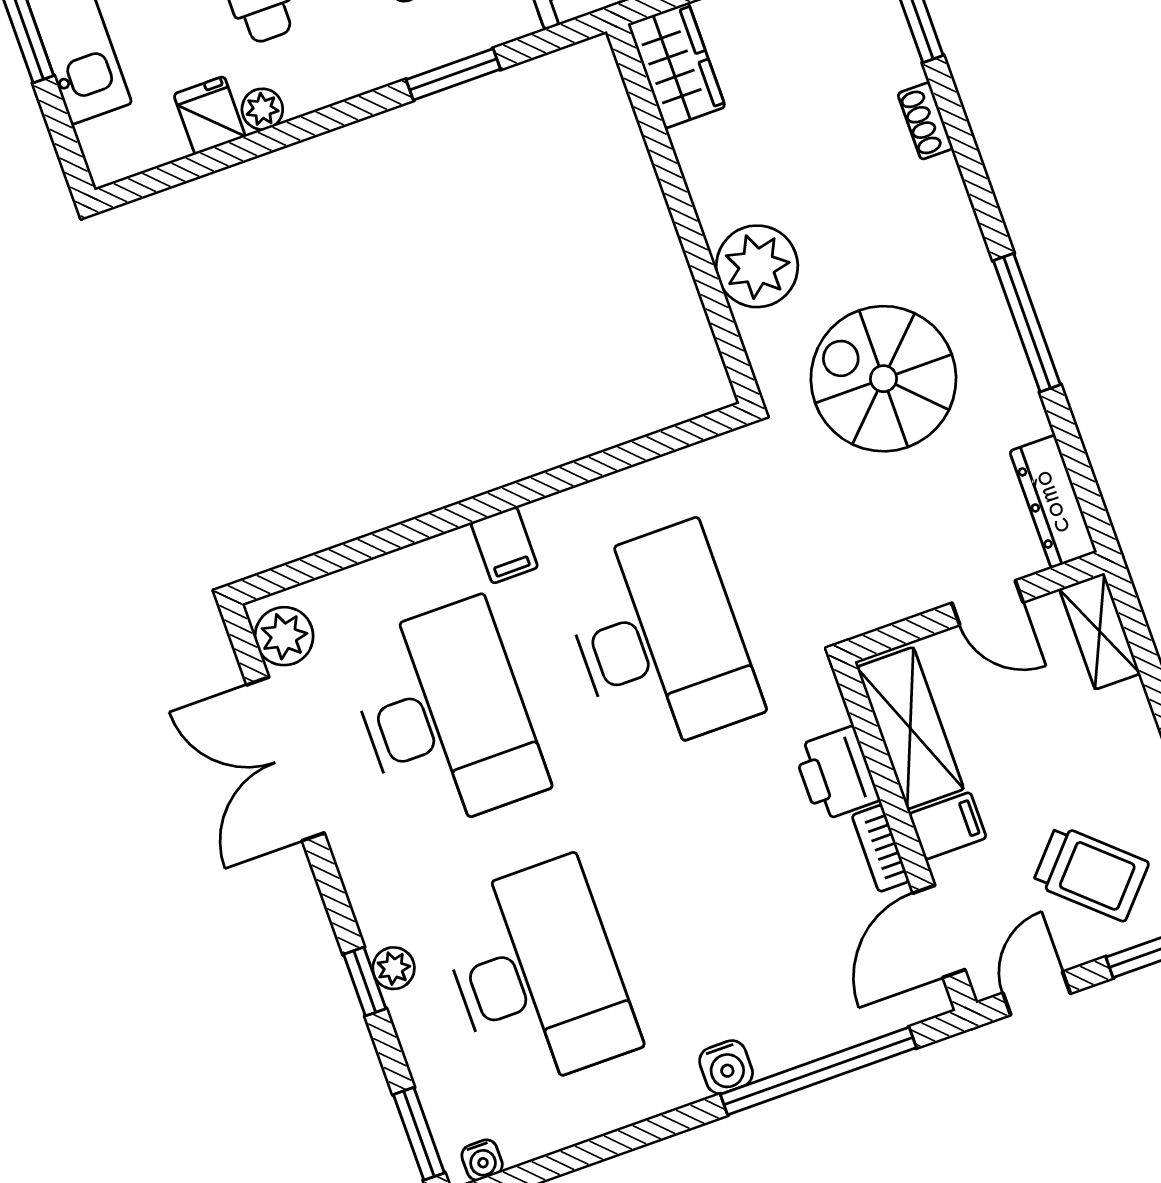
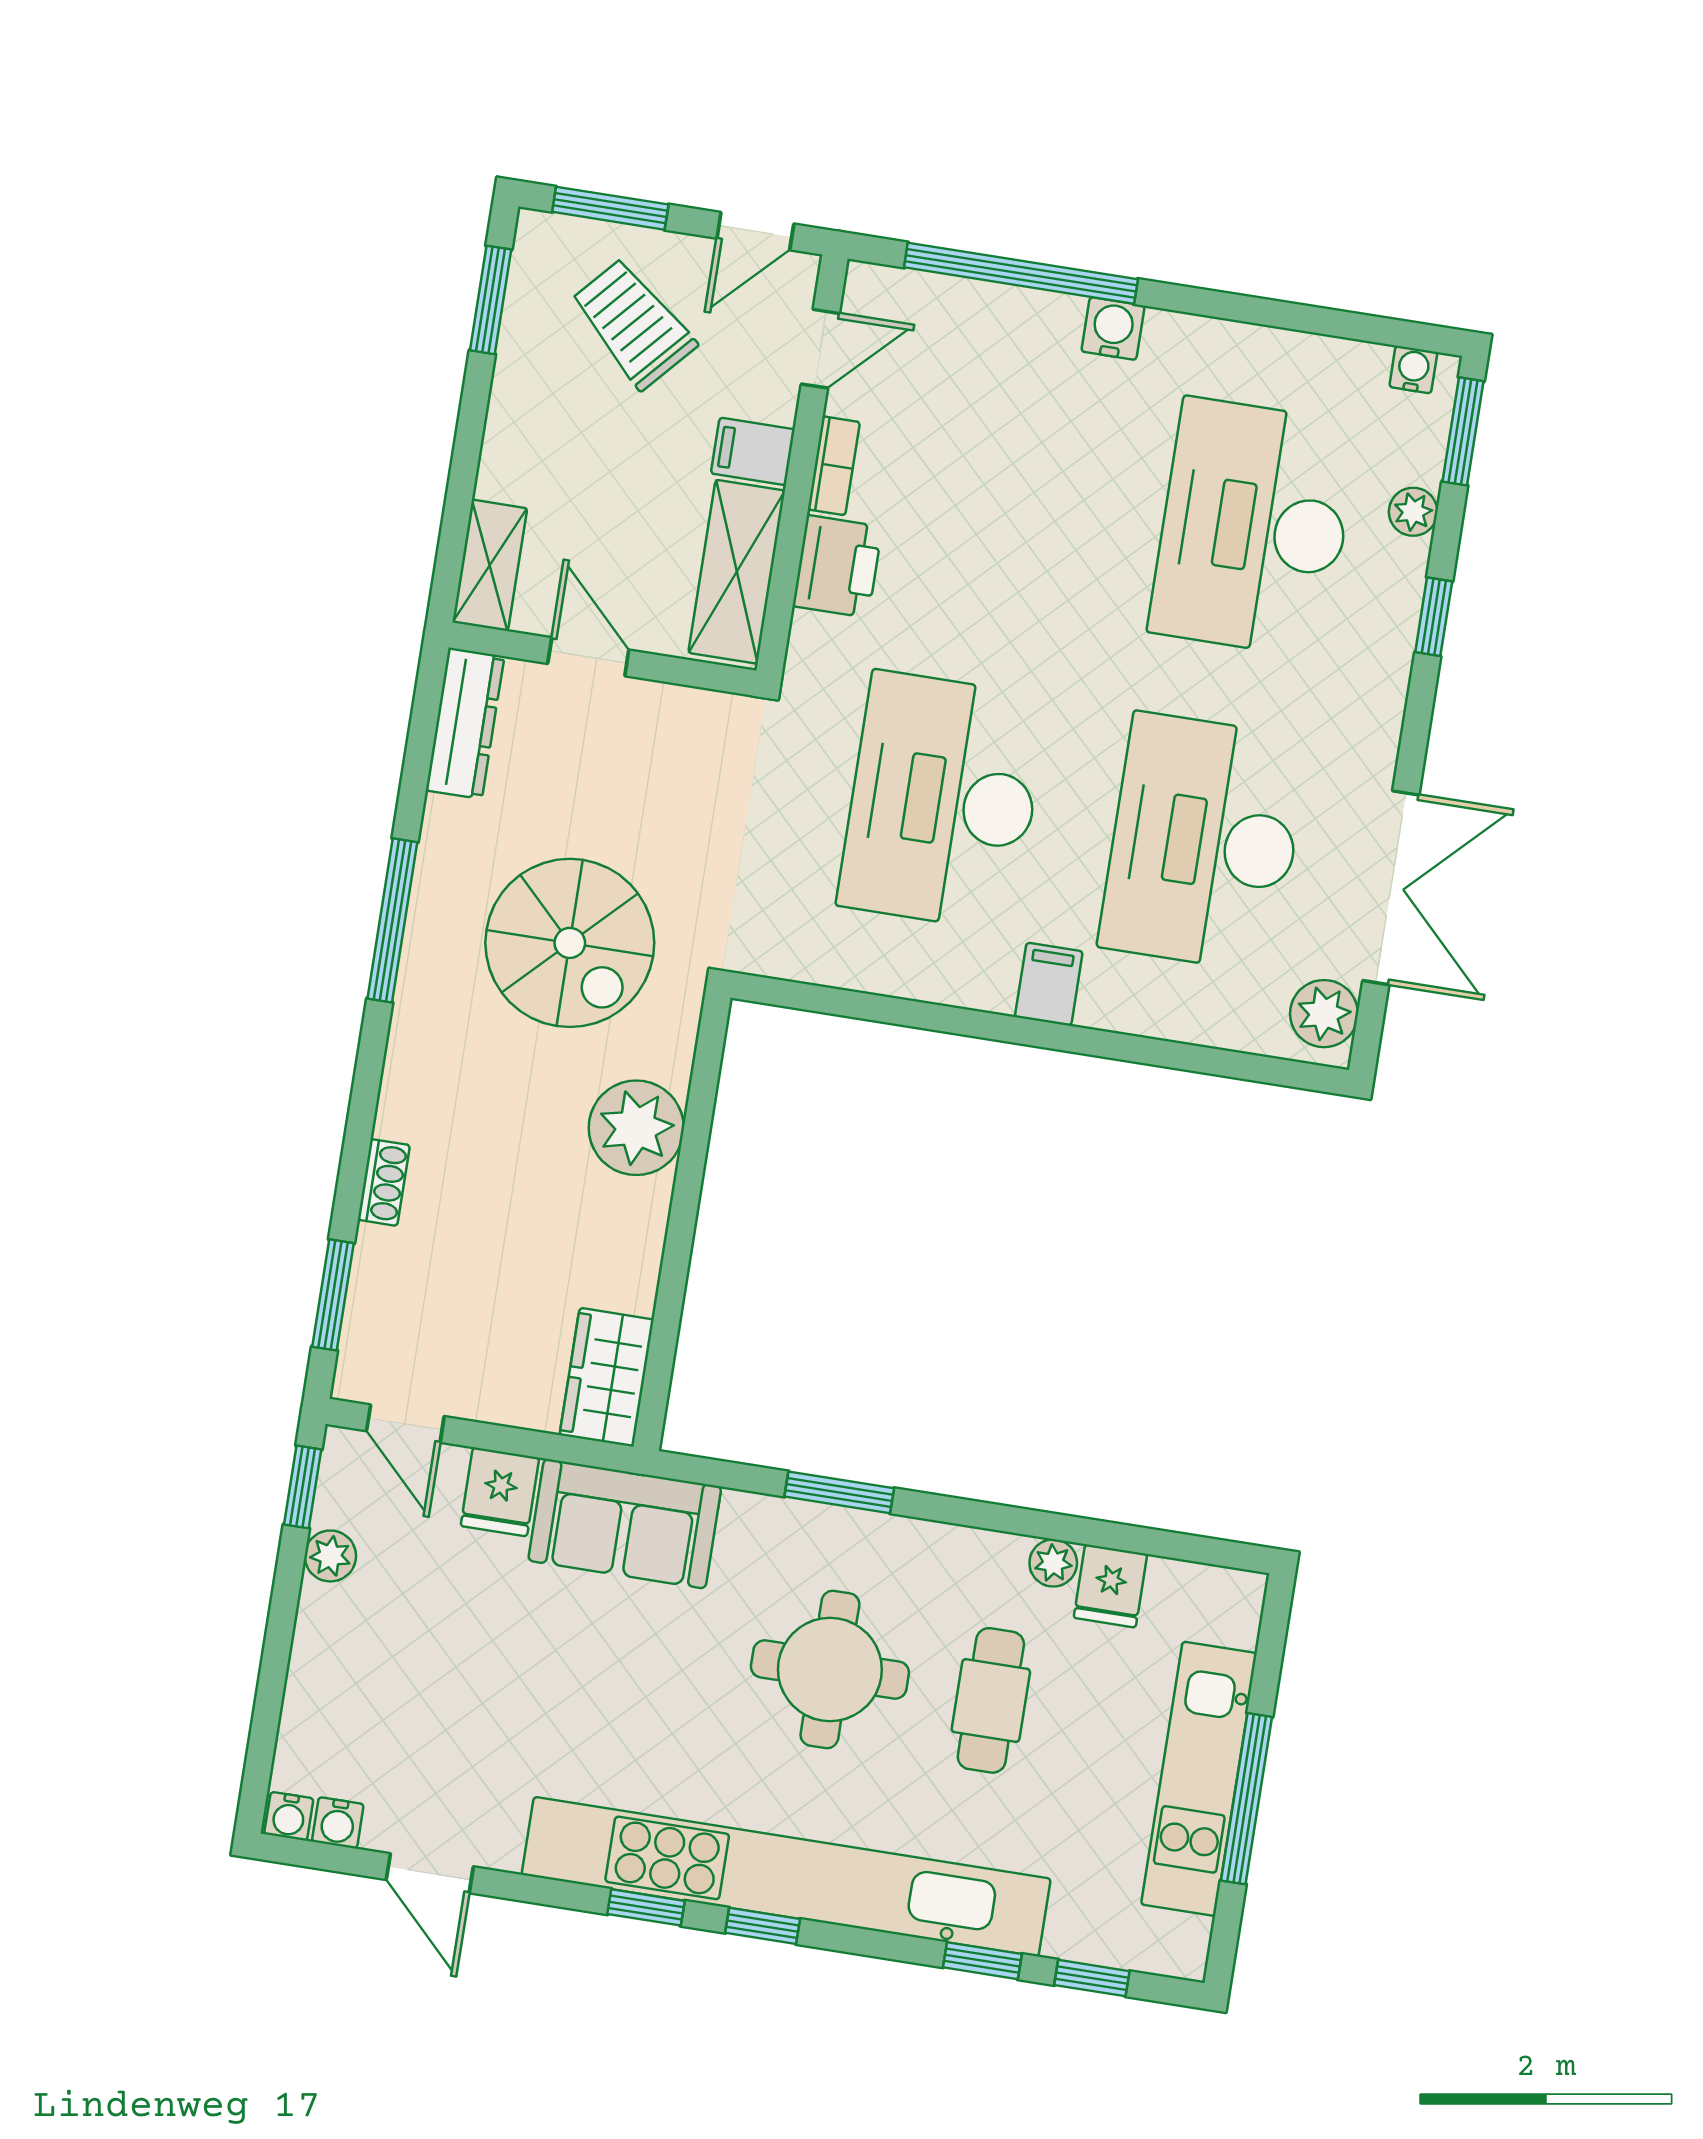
door: (939, 931) -> (820, 349), width x0.73
plant: (394, 968) -> (1413, 512), moved

